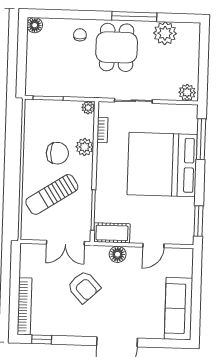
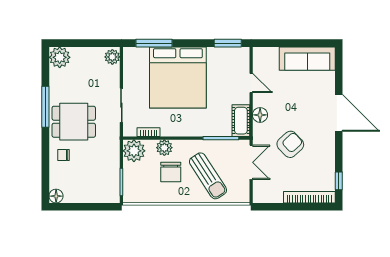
plant: (165, 33) -> (60, 57), moved
plant: (88, 108) -> (134, 151), width x1.88, depth x1.88
chair: (57, 153) -> (171, 172), turned 180

